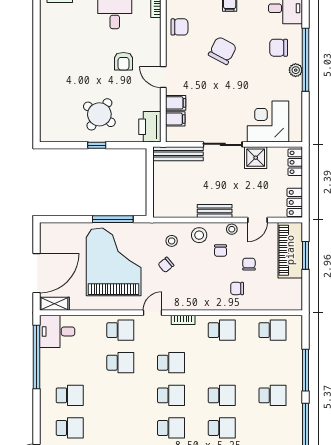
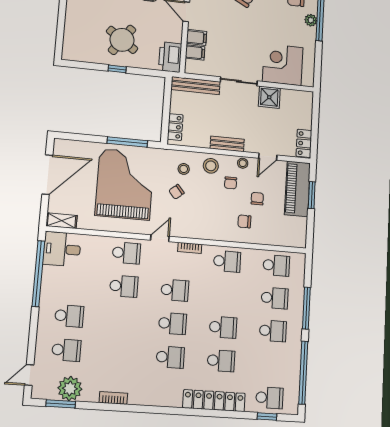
locker: (295, 162) -> (175, 127), moved, turned 180
door: (37, 273) -> (47, 175), moved
school desk: (272, 363) -> (275, 298), added

